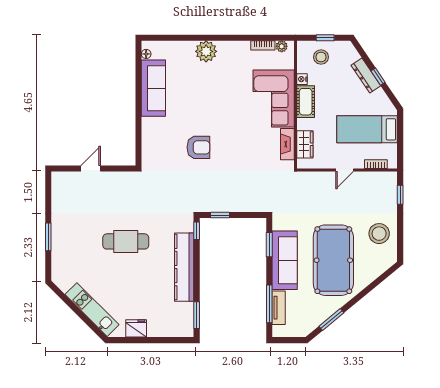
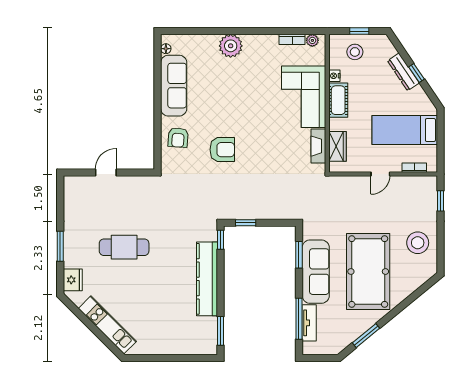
armchair: (157, 136) -> (178, 138), added
cafe table: (126, 241) -> (124, 247), moved
fridge: (136, 328) -> (73, 280), moved, turned 90

